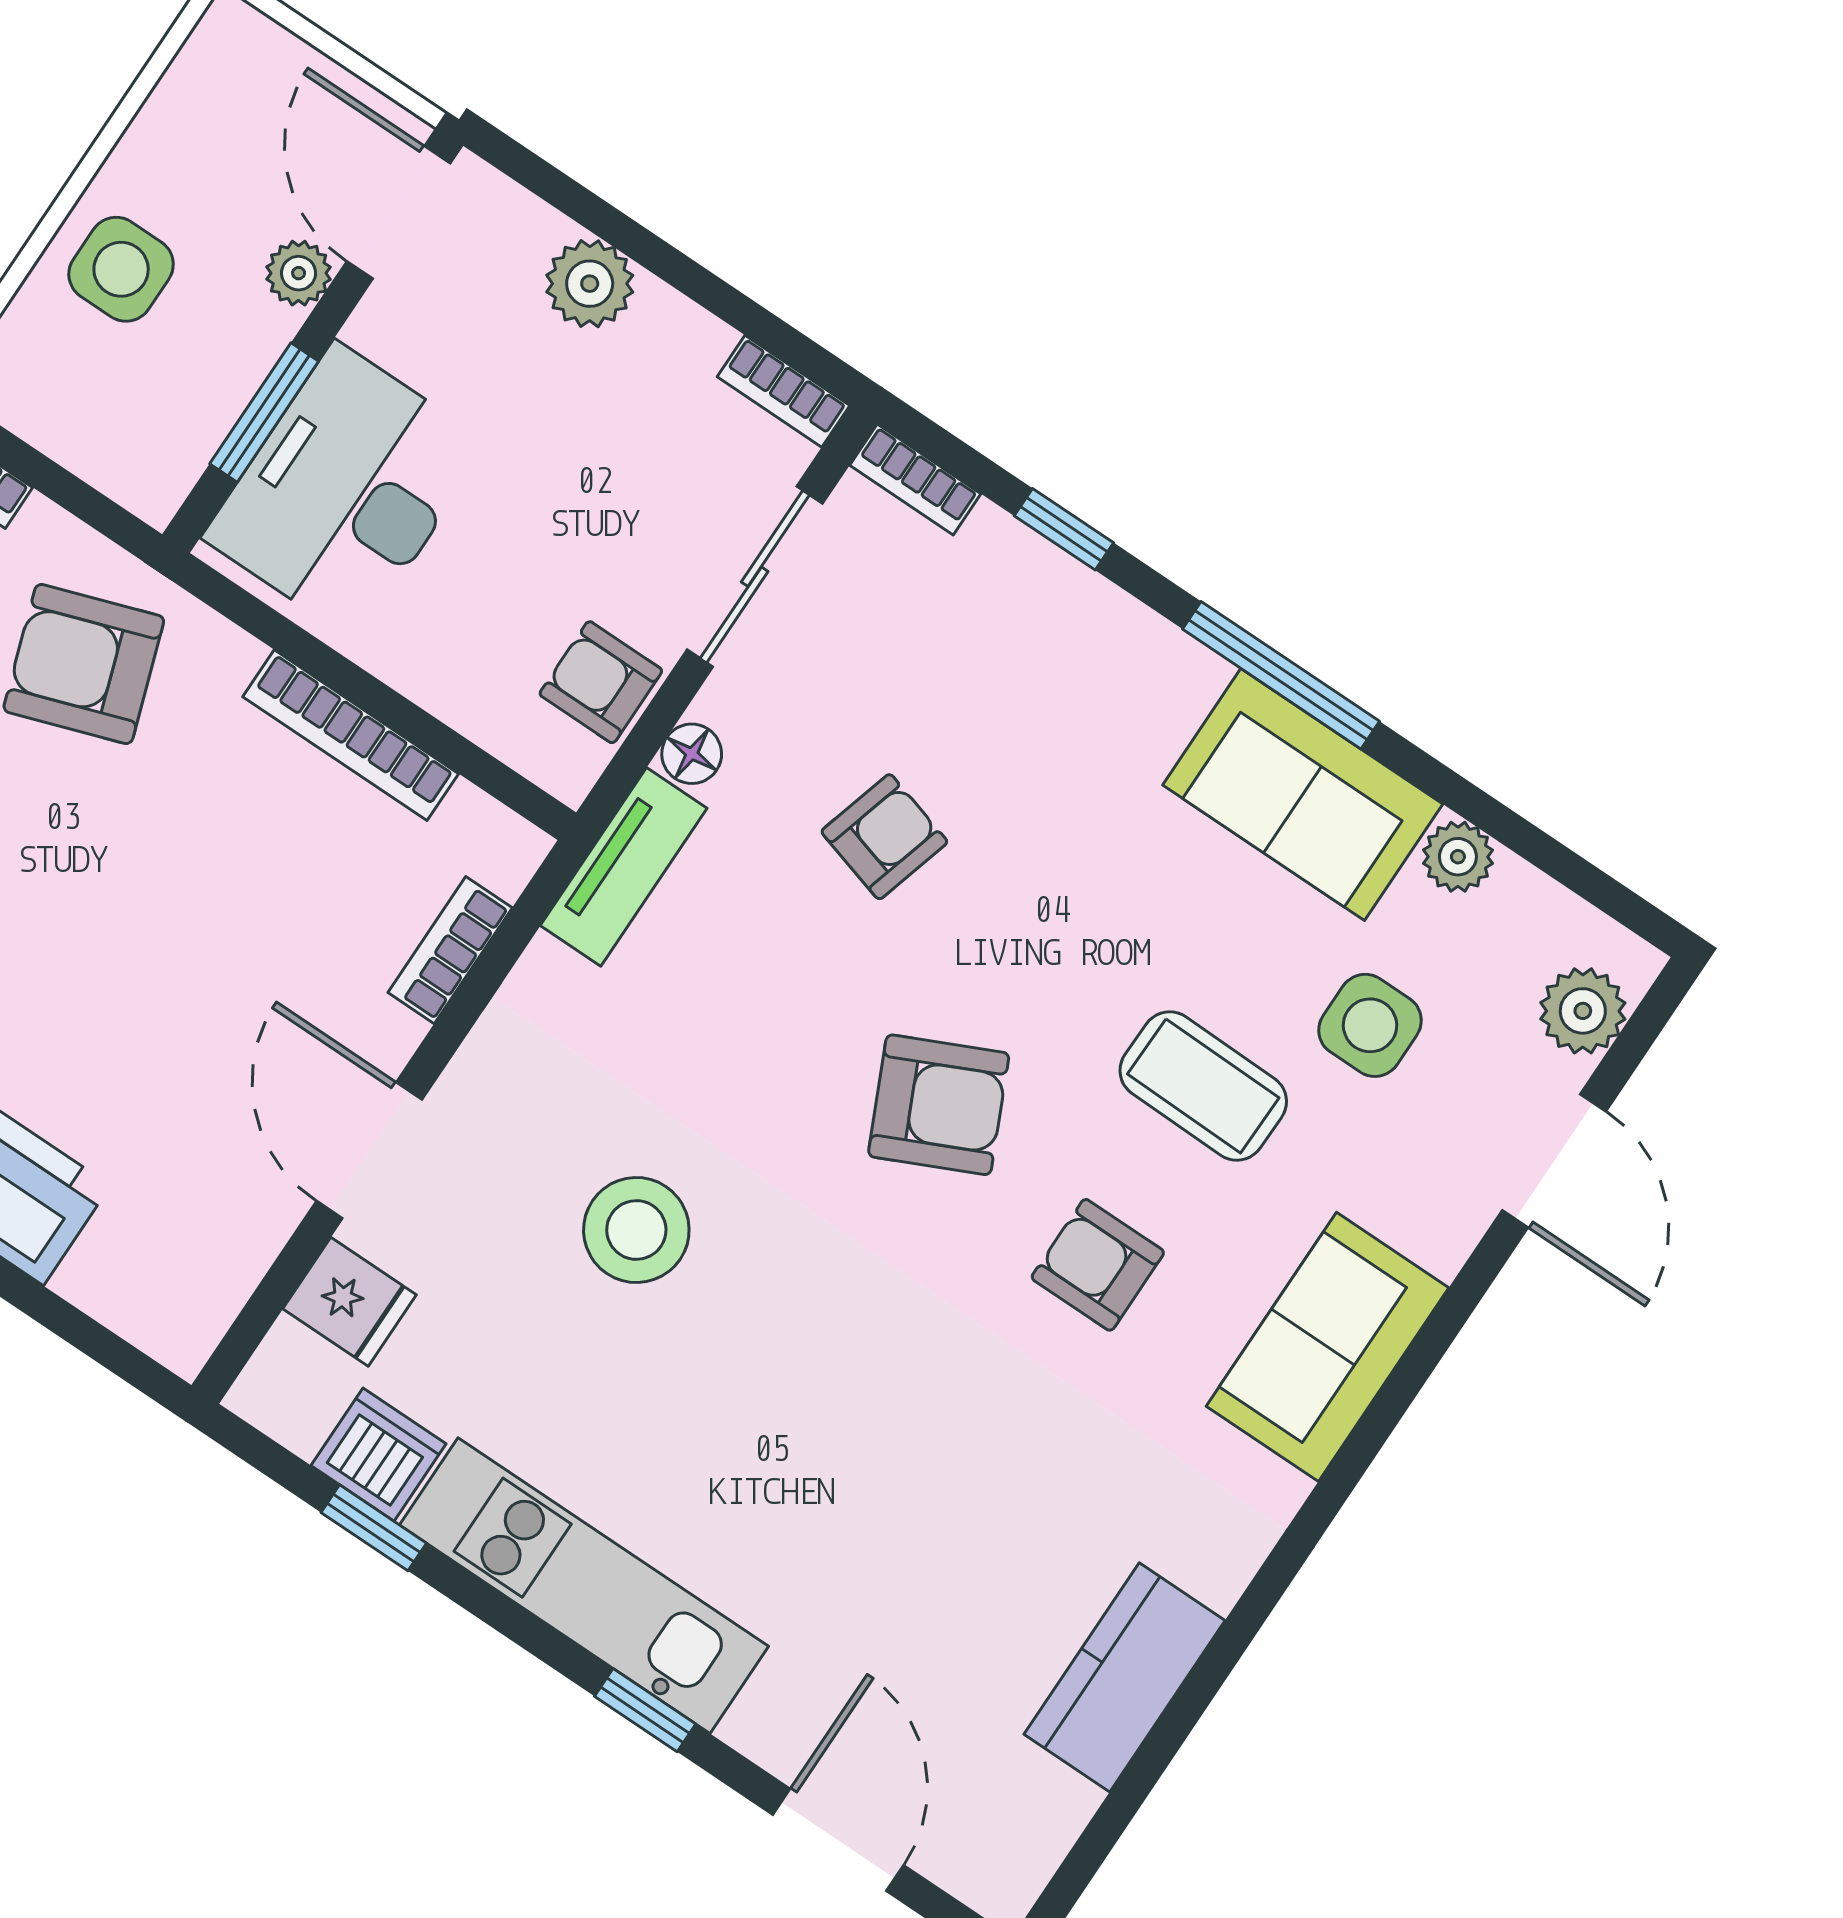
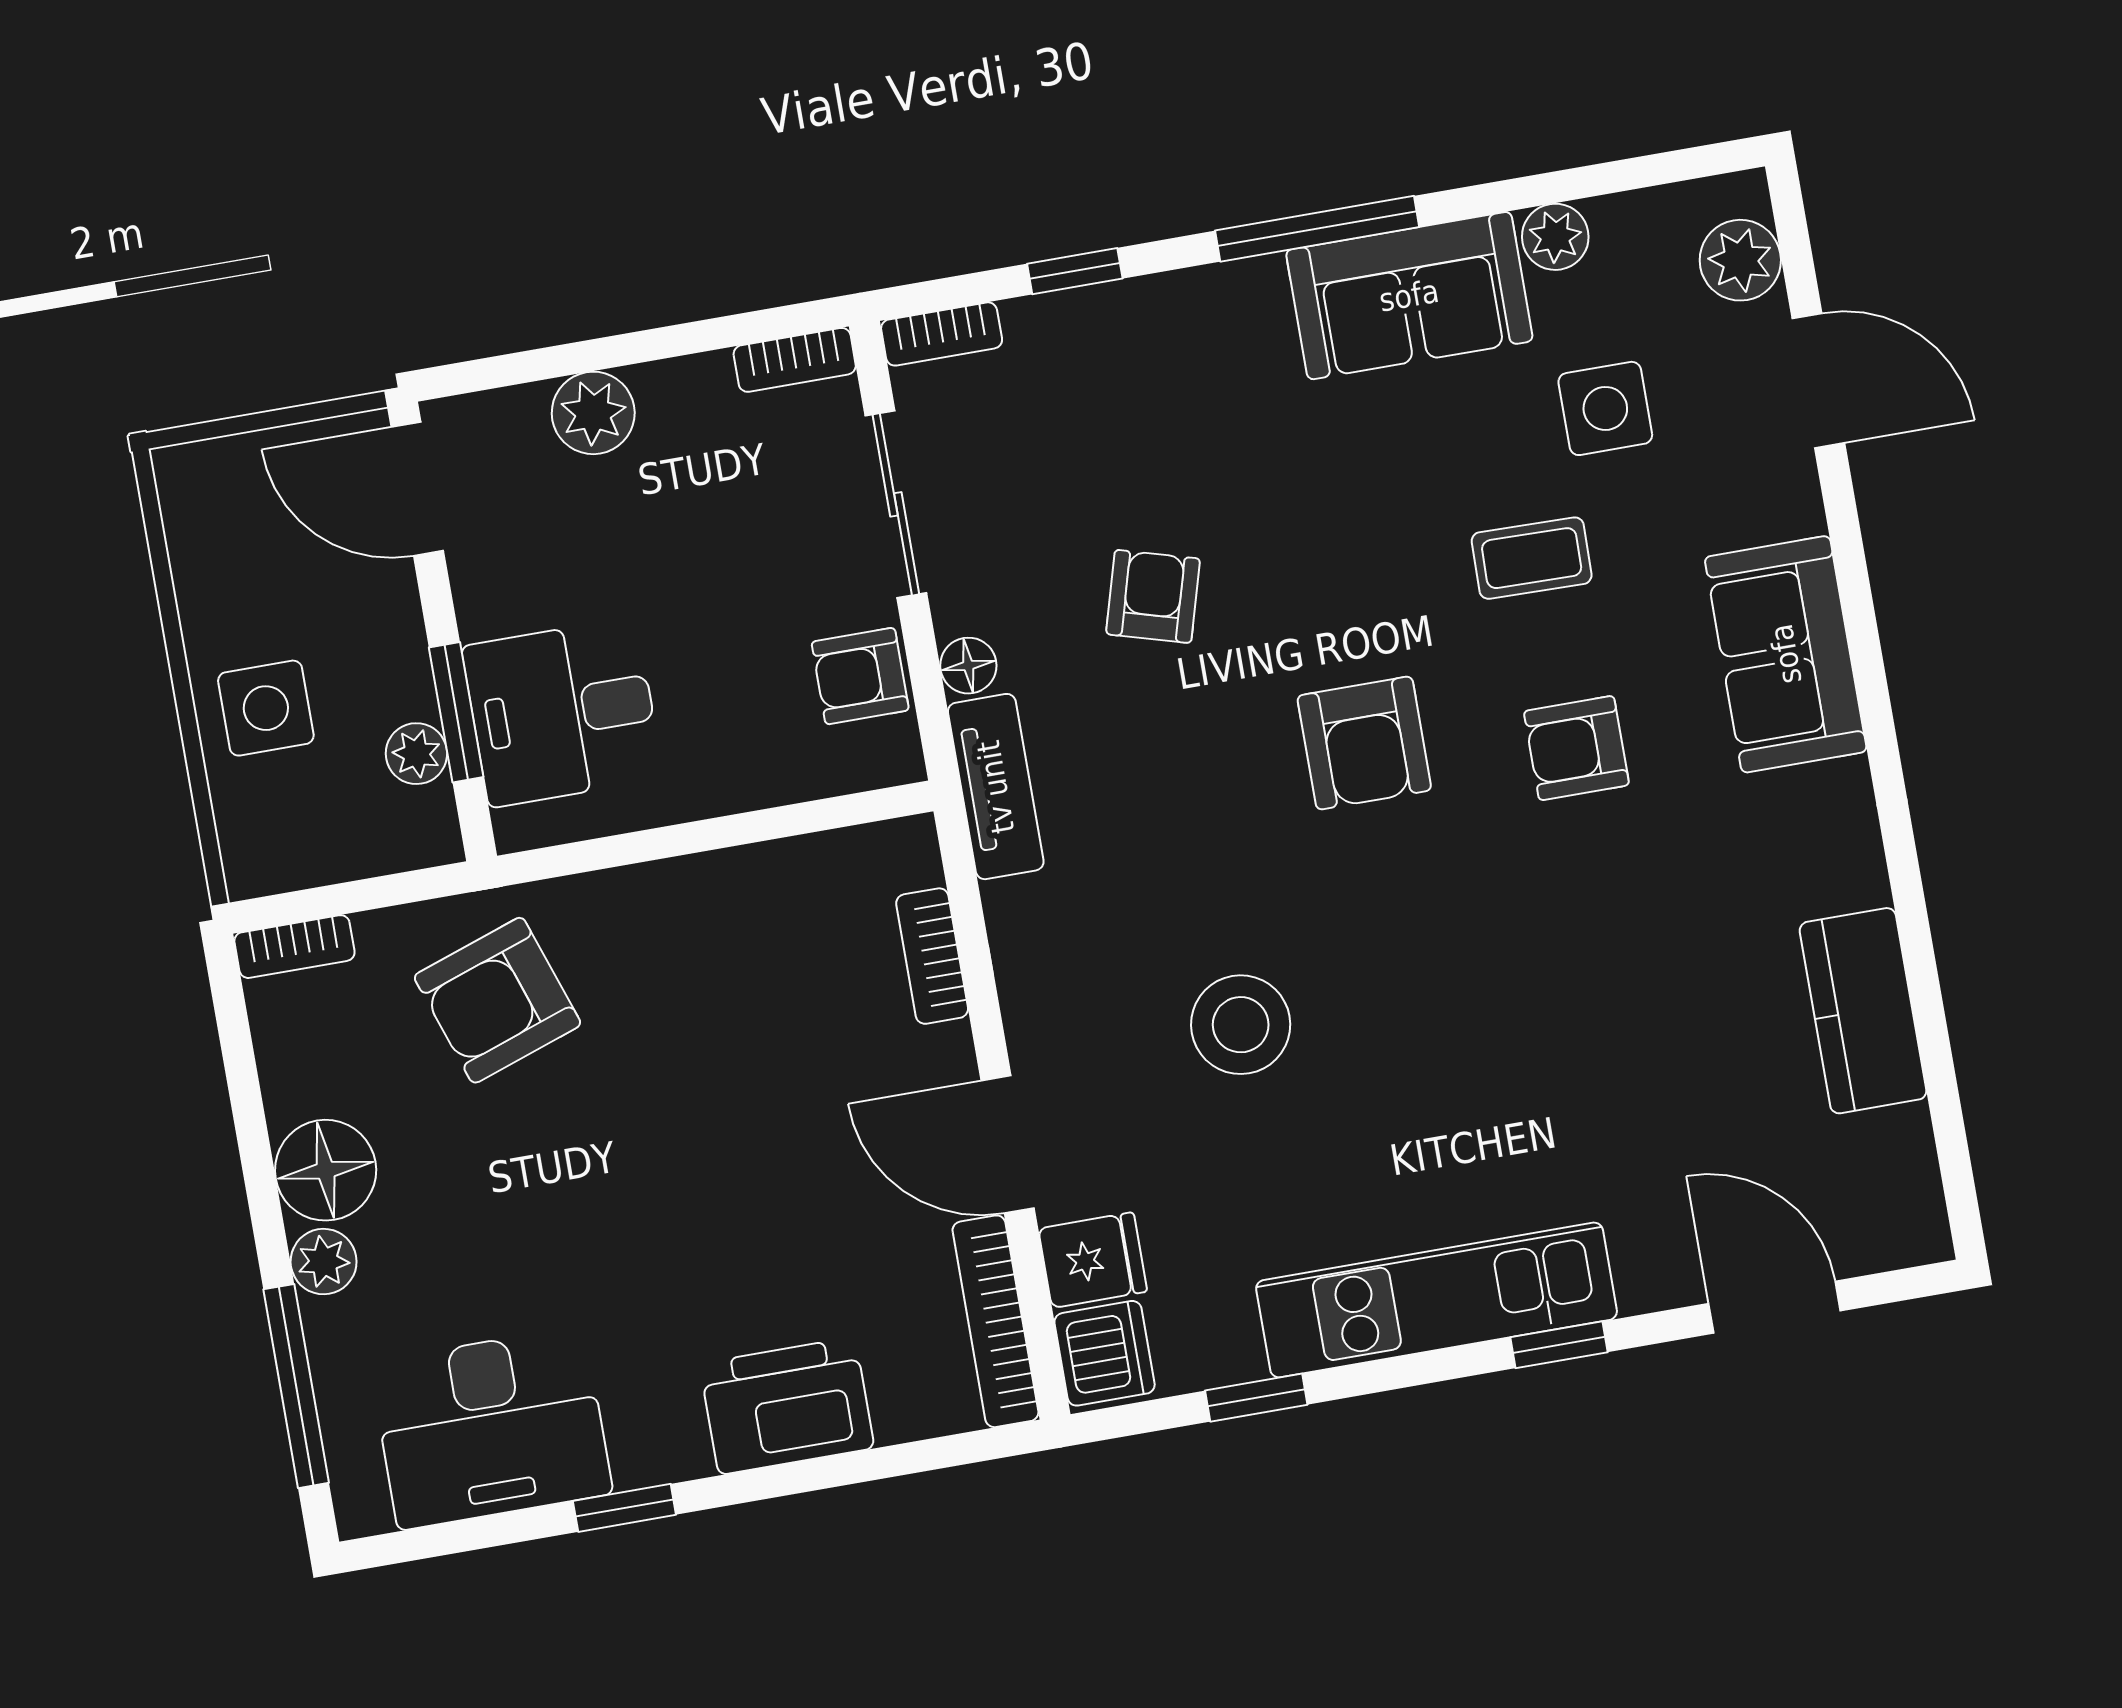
plant: (299, 273) -> (416, 754), moved
desk: (346, 491) -> (562, 712), width x0.73
bookcase: (351, 735) -> (995, 1321), moved, turned 90
coffee table: (1203, 1086) -> (1532, 558), width x0.73, depth x0.77
armchair: (939, 1105) -> (1364, 743), turned 115
dishwasher: (379, 1455) -> (1105, 1353), moved, turned 90

